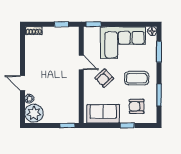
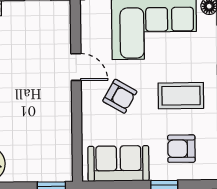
armchair: (104, 78) -> (120, 96), turned -107

